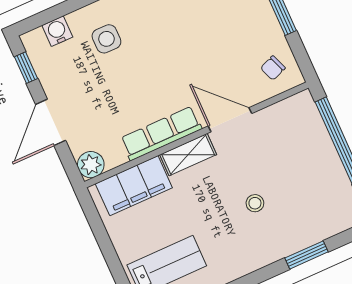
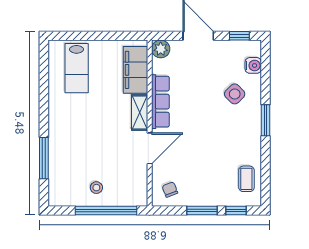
side table: (106, 39) -> (235, 94), turned 45
stool: (255, 203) -> (96, 188), moved
window: (307, 255) -> (44, 158), width x1.44

